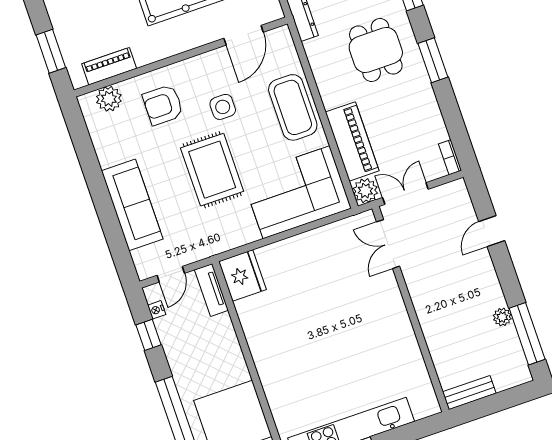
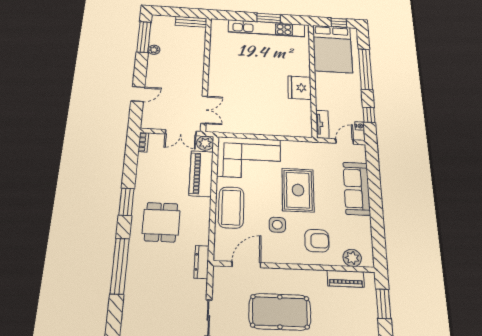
fridge: (242, 276) -> (300, 88), moved

